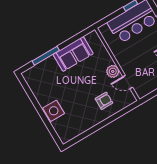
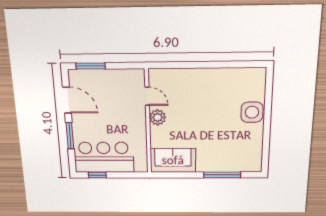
sofa: (73, 54) -> (173, 160), moved
armchair: (104, 101) -> (187, 91), removed

